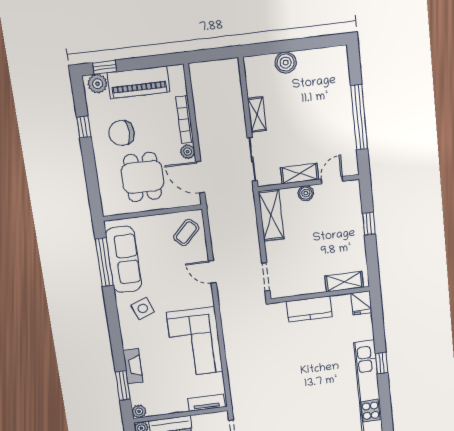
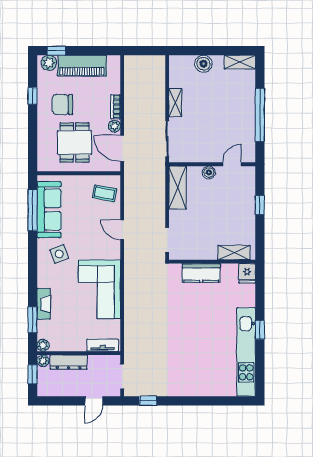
bookcase: (185, 120) -> (115, 107), width x0.64
shelving: (300, 174) -> (240, 62), moved
coffee table: (186, 232) -> (105, 193), turned 56

